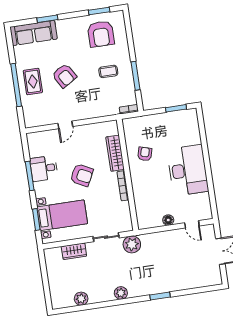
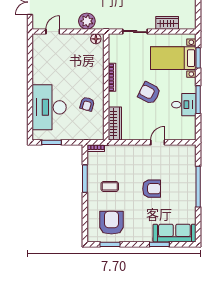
armchair: (64, 76) -> (152, 189), turned 121
rug: (33, 81) -> (182, 188), removed
wardrobe: (115, 153) -> (115, 124), moved
desk: (188, 170) -> (49, 107), moved
floor lamp: (168, 220) -> (96, 39), moved
door: (192, 224) -> (53, 32), hinge flipped
plant: (132, 244) -> (87, 21), moved

